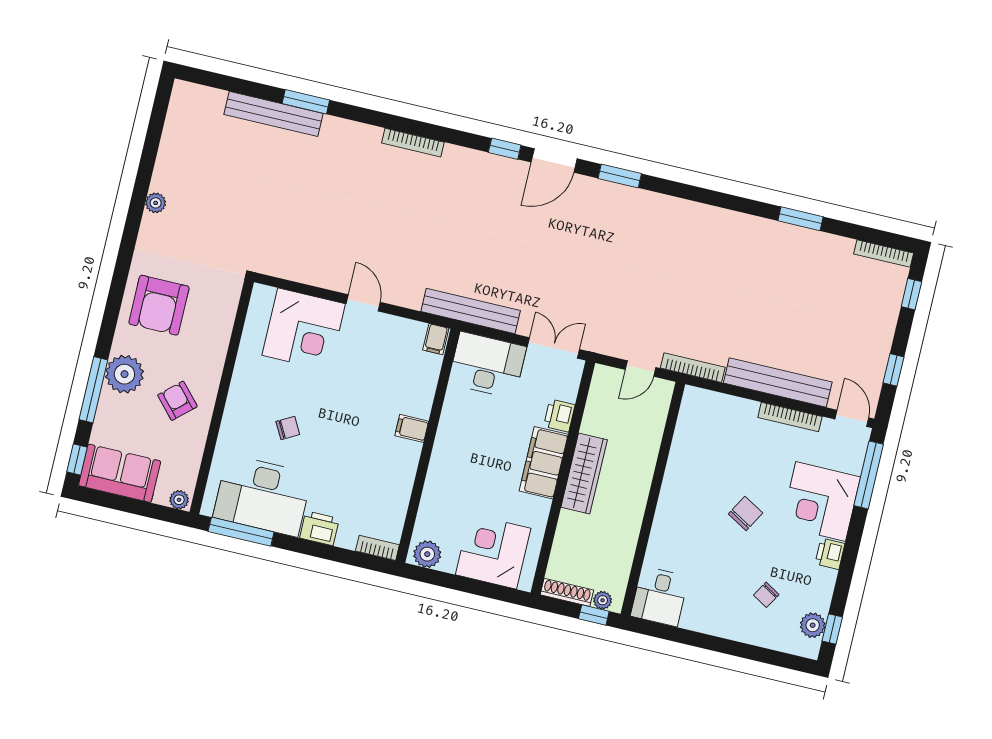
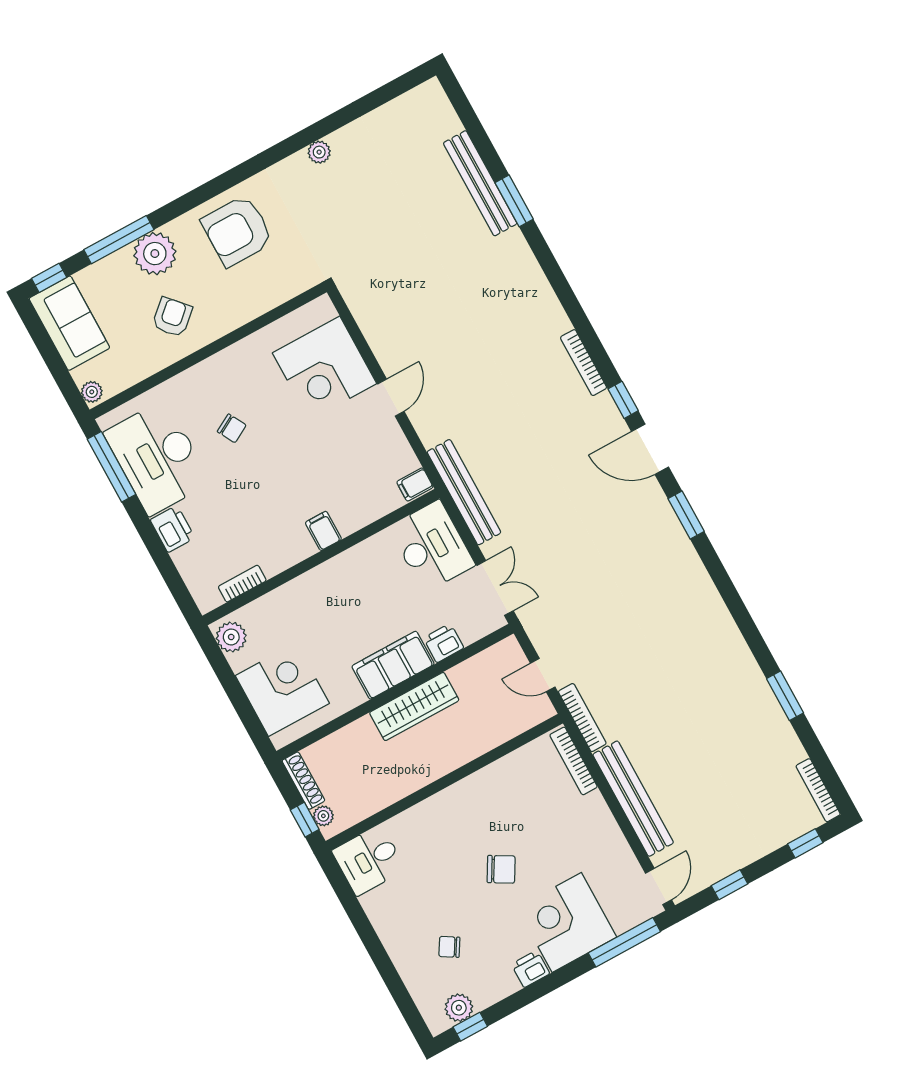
bookcase: (413, 143) -> (584, 363), moved
bookcase: (790, 417) -> (574, 761), moved
bookcase: (377, 548) -> (242, 584), moved, turned -90

